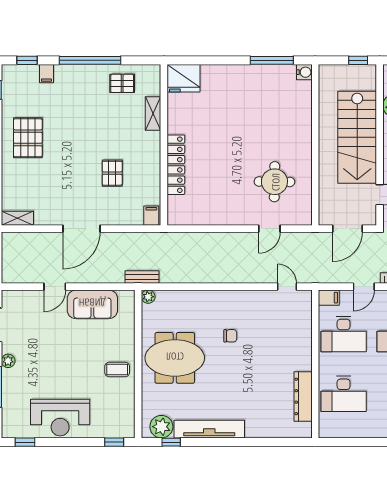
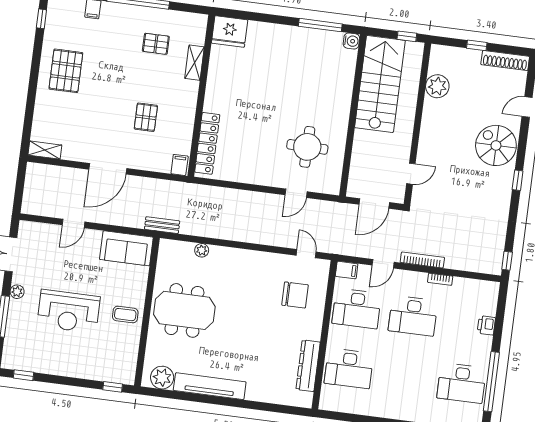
pallet: (122, 83) -> (156, 44), moved
stairs: (357, 137) -> (380, 84), moved, turned 180
locker: (176, 165) -> (207, 143), moved
plant: (148, 297) -> (202, 250), moved
sofa: (92, 304) -> (126, 248), moved
chair: (230, 336) -> (295, 295), moved, width x1.87, depth x1.87
reception desk: (60, 418) -> (69, 311), moved
window: (171, 442) -> (170, 394), removed

